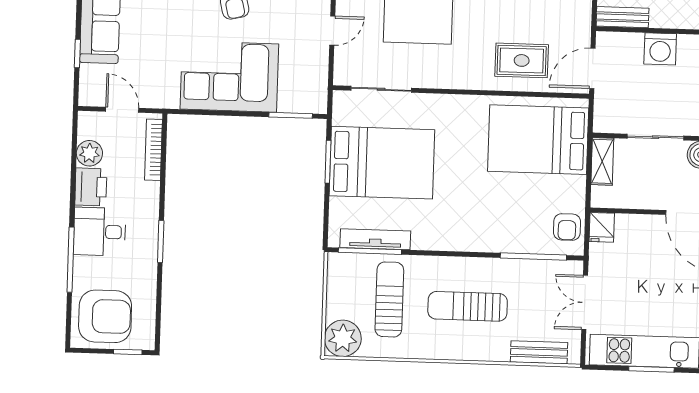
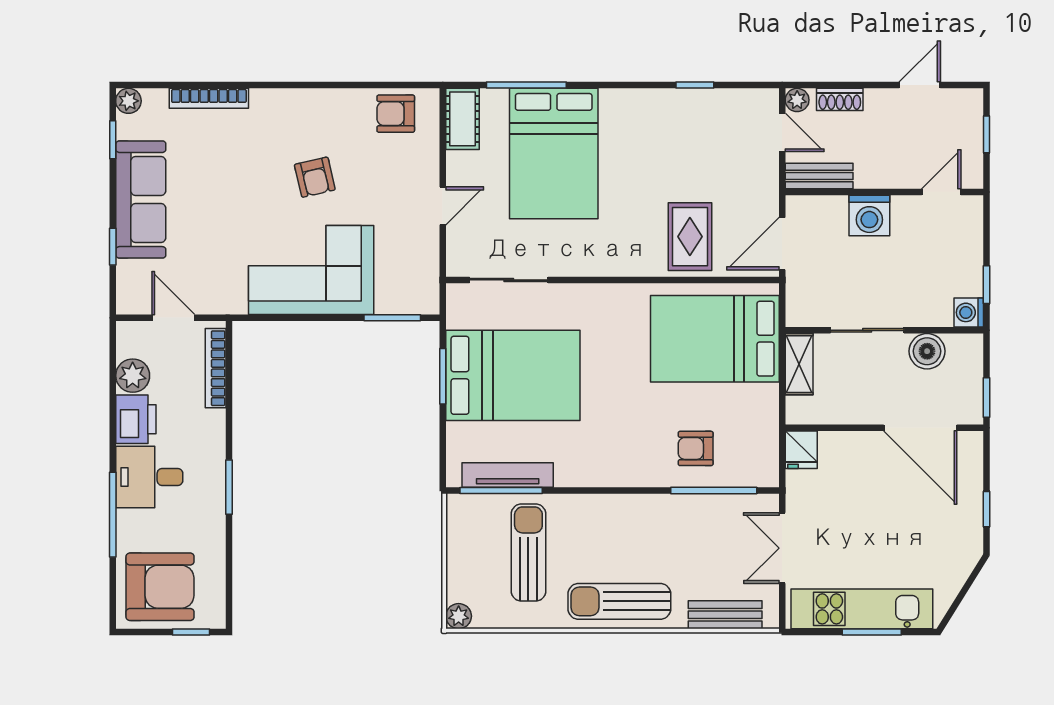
rug: (522, 60) -> (690, 237), turned 90
armchair: (567, 227) -> (696, 448), moved, turned 90
sun lounger: (468, 306) -> (619, 601), moved
plant: (343, 338) -> (459, 616), width x0.53, depth x0.53

